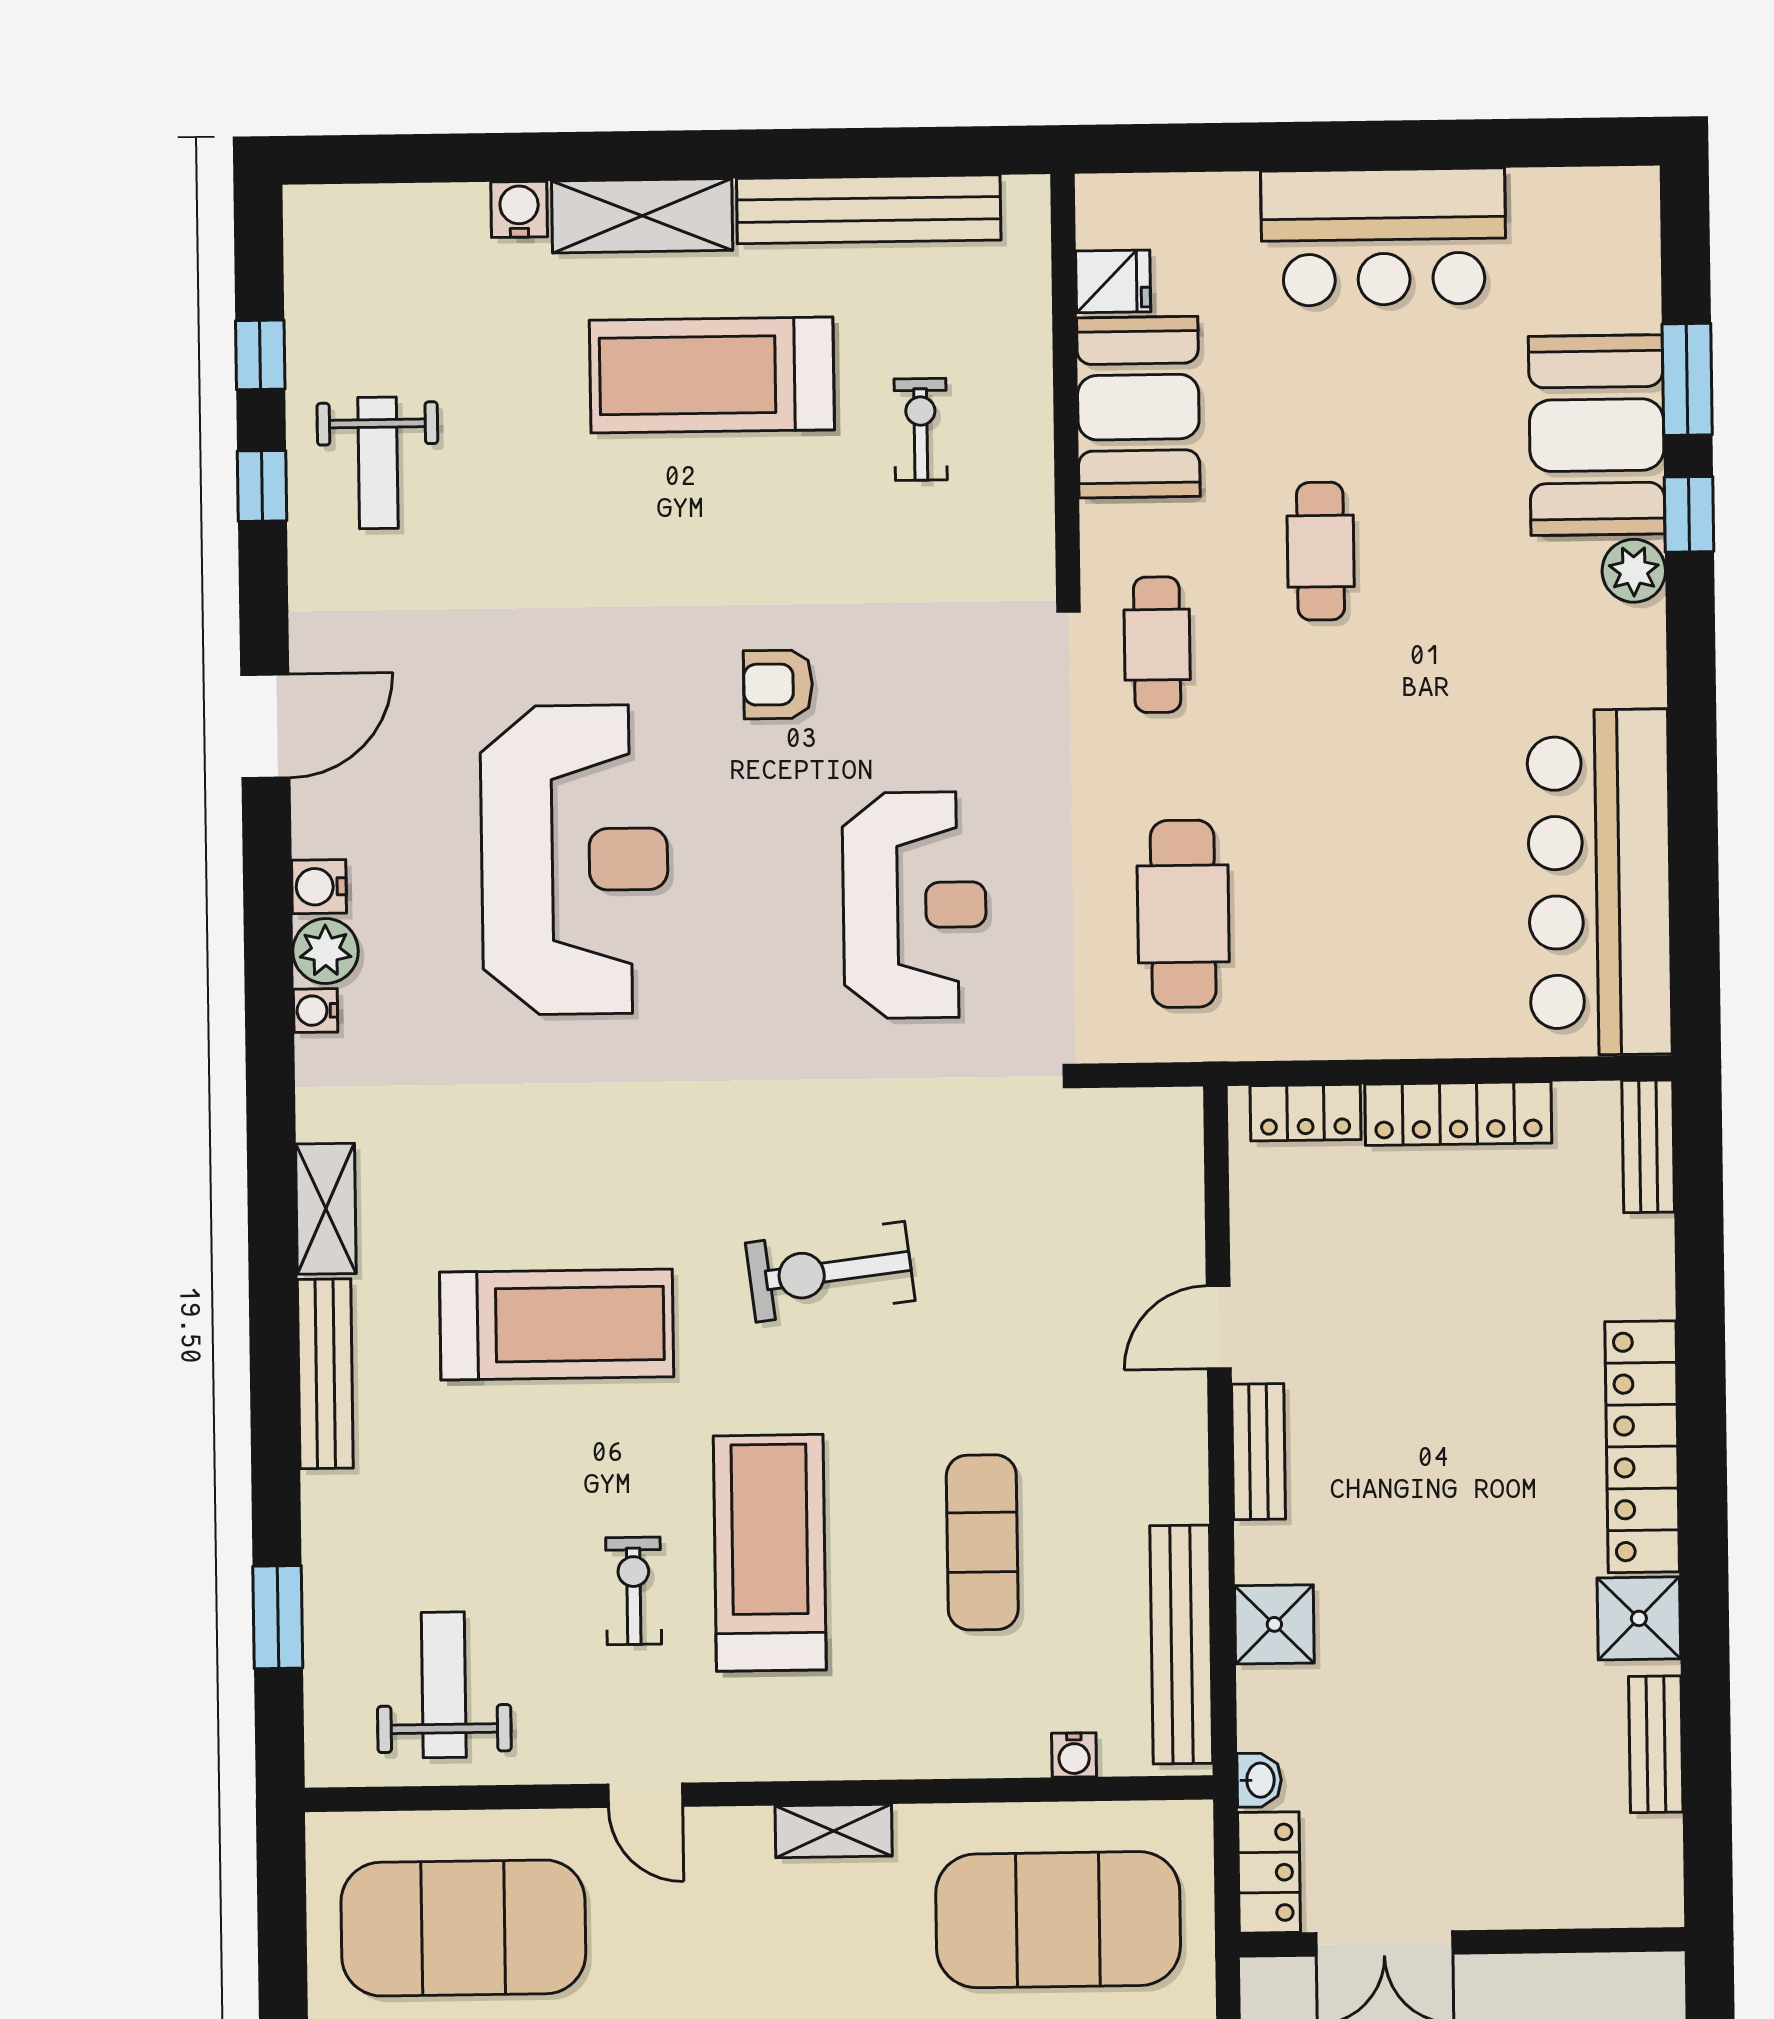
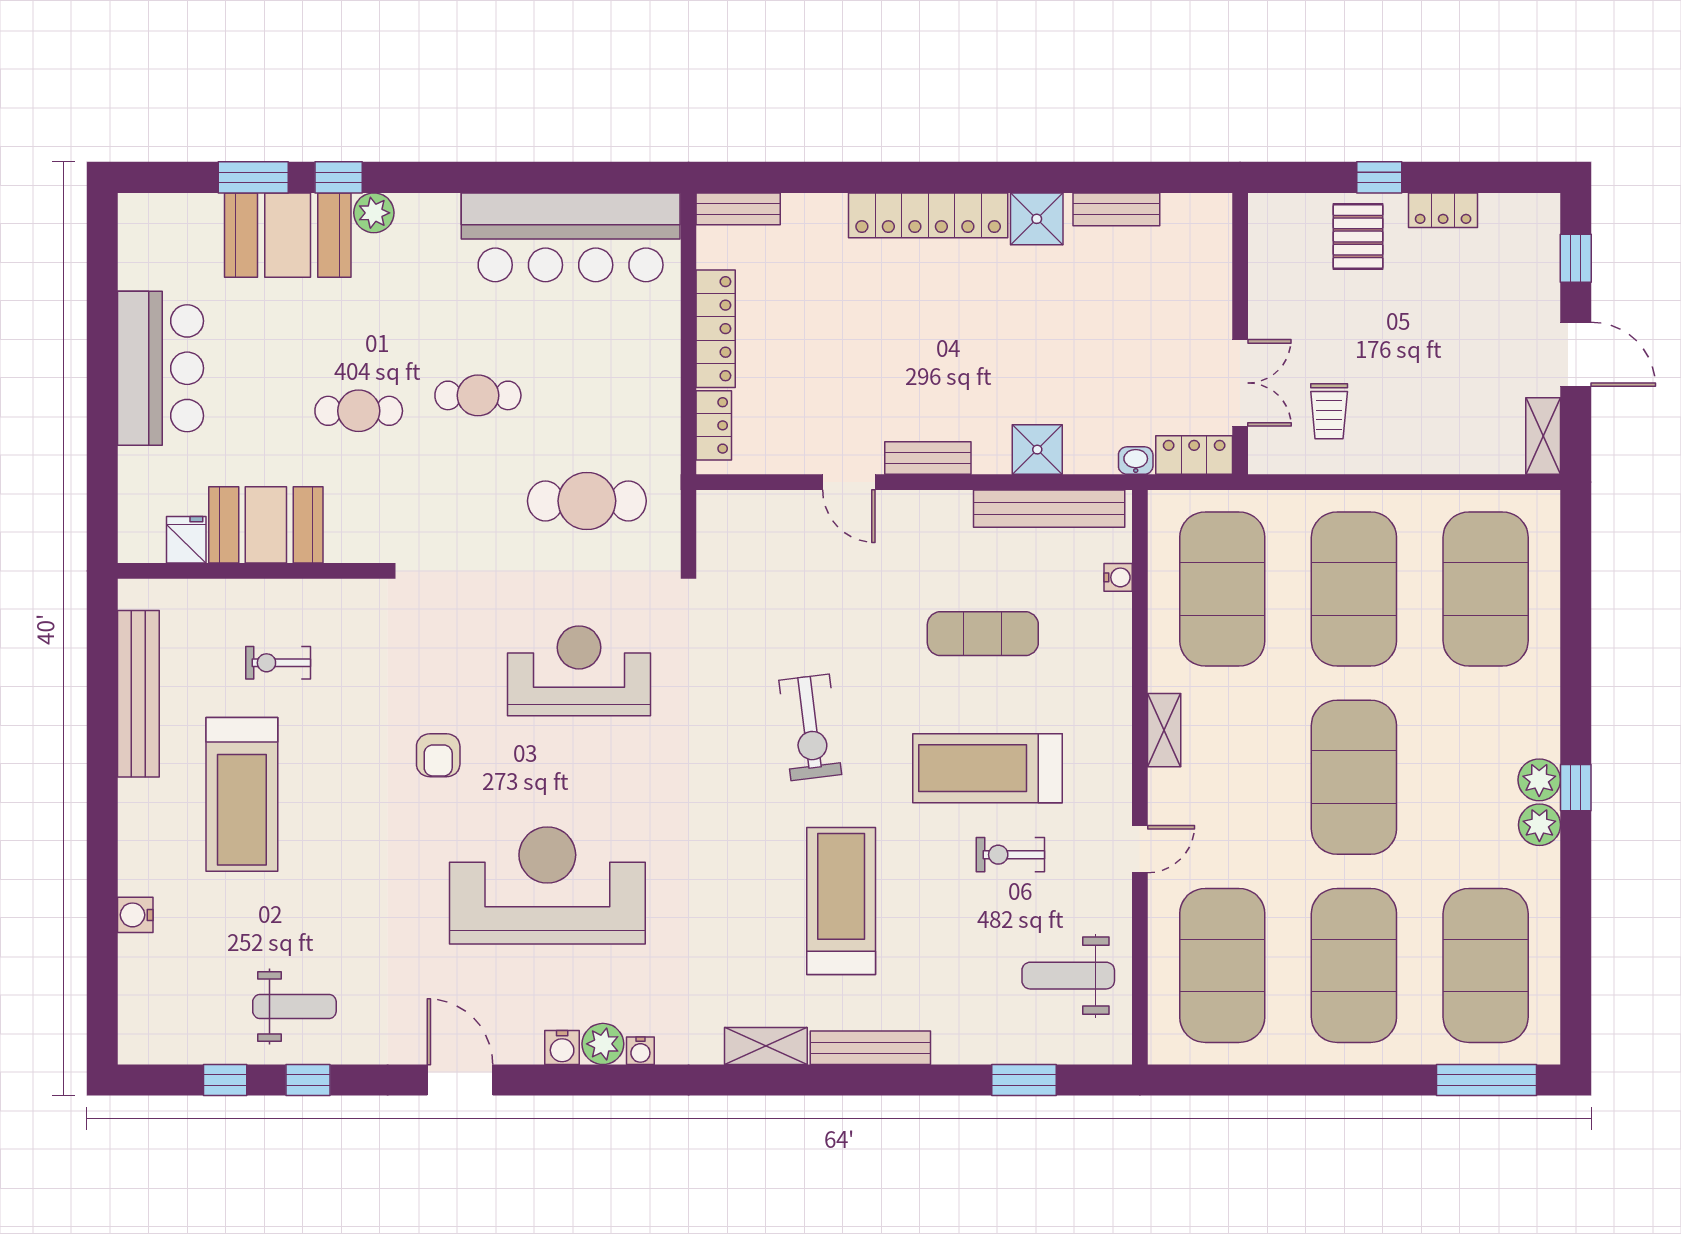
shelving: (642, 216) -> (140, 837), removed
cafe table: (1157, 645) -> (478, 395), moved

